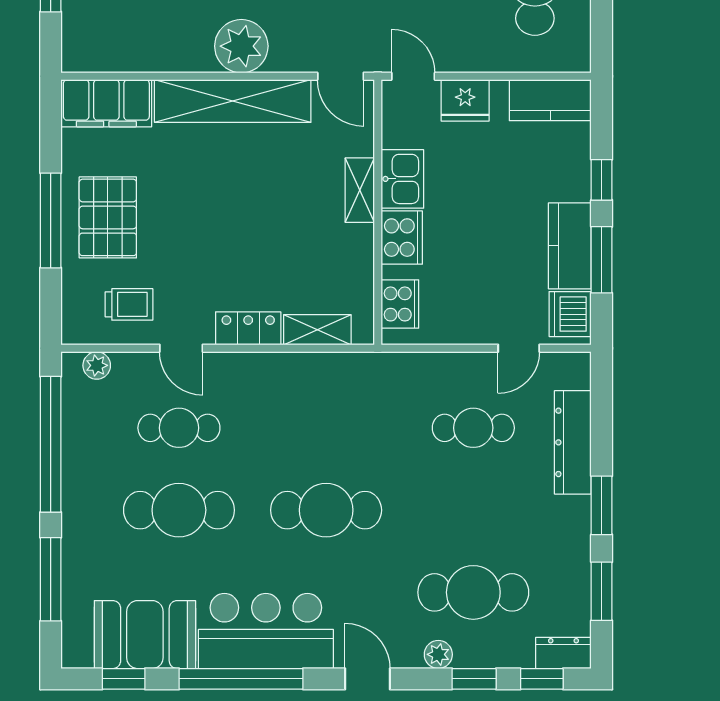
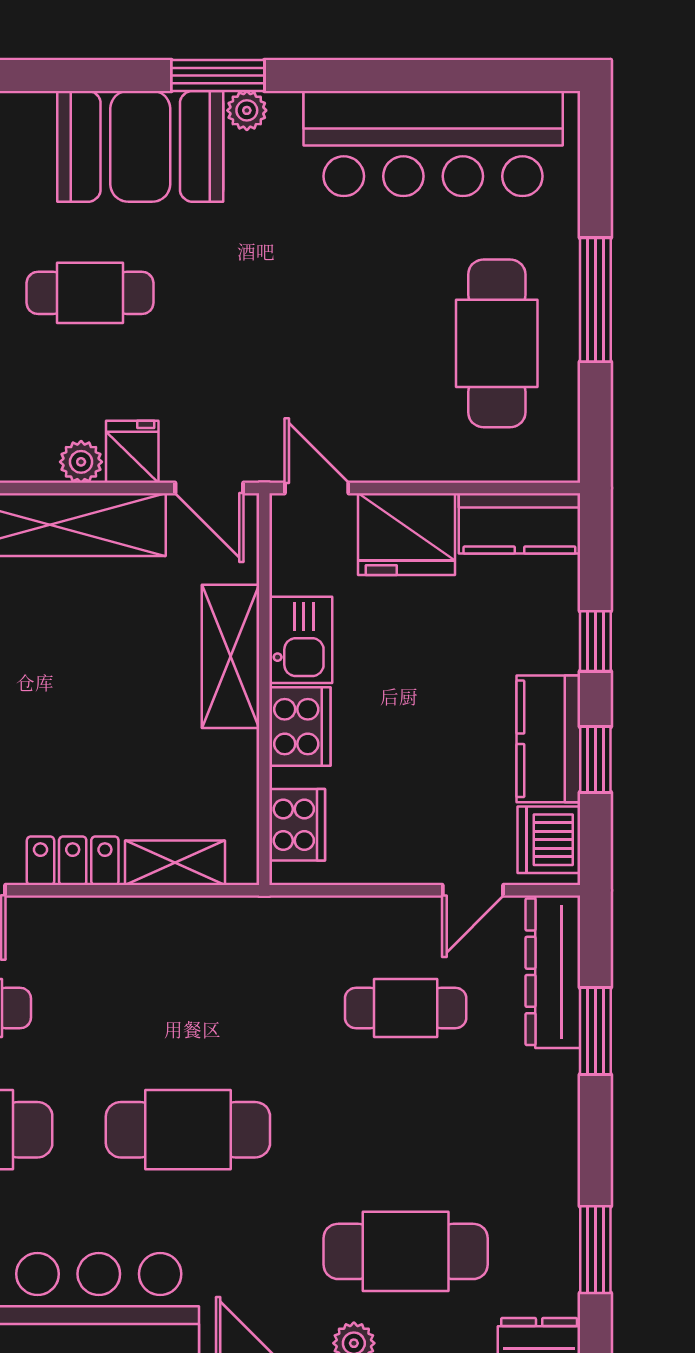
plant: (241, 46) -> (81, 462), width x0.53, depth x0.53
fridge: (288, 52) -> (132, 452), added
fridge: (465, 100) -> (406, 534), width x1.36, depth x1.34
shelving: (360, 190) -> (231, 656), width x1.50, depth x1.33
window: (602, 260) -> (595, 759), width x0.67
dresser: (573, 442) -> (553, 972), moved
window: (602, 505) -> (595, 1031), moved

